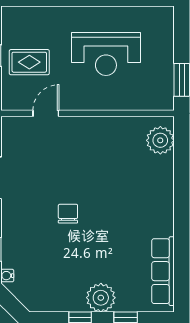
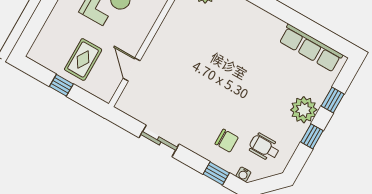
chair: (68, 214) -> (227, 141), moved, turned 180
wheelchair: (44, 281) -> (264, 147), added

